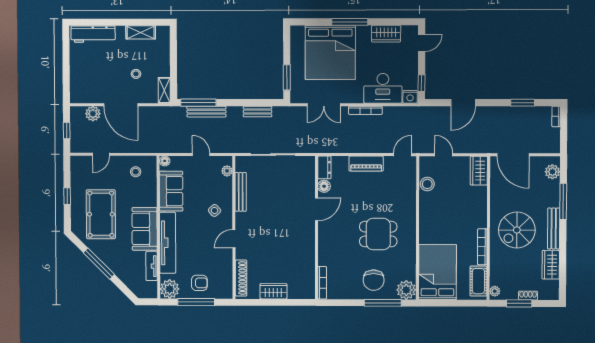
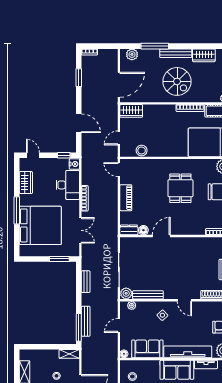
plant: (242, 164) -> (126, 293), added
door: (317, 209) -> (161, 236), hinge flipped

